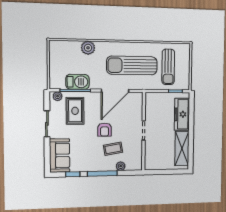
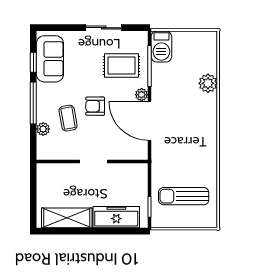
sun lounger: (132, 66) -> (185, 144), removed
barbecue: (77, 82) -> (161, 47), moved
plant: (58, 96) -> (142, 95), moved
sofa: (60, 155) -> (50, 59), moved, turned -90

